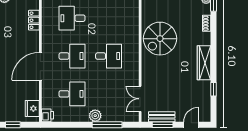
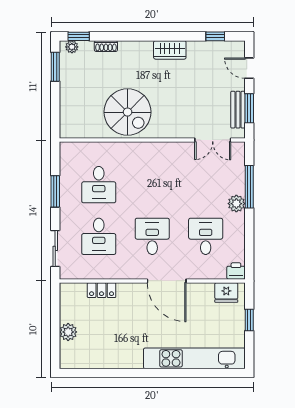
desk: (109, 56) -> (99, 185), moved, turned 180
wardrobe: (204, 63) -> (170, 50), width x0.67
window: (214, 89) -> (215, 36), moved

